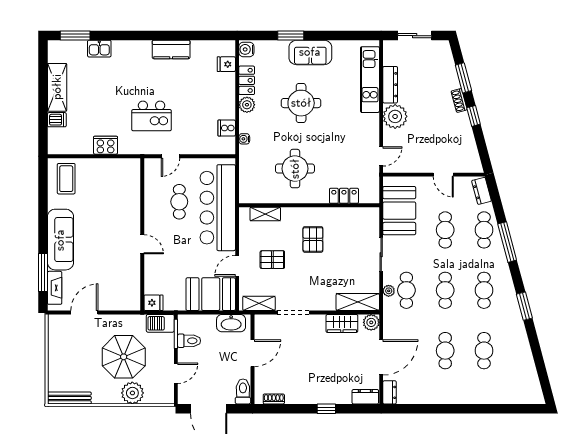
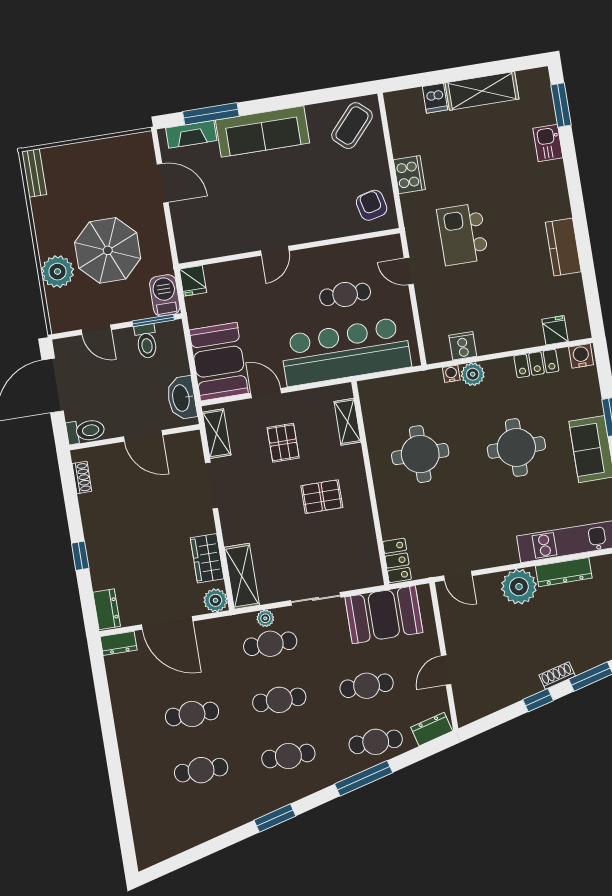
plant: (247, 105) -> (473, 374), moved
armchair: (122, 174) -> (372, 205), added
coffee table: (66, 179) -> (352, 126), turned -48
locker: (344, 196) -> (397, 560), moved
bench: (69, 398) -> (34, 173), width x0.73

